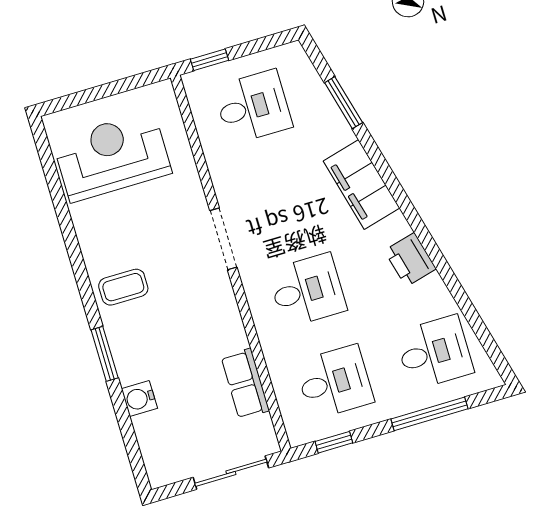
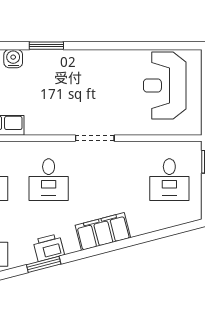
window: (344, 103) -> (44, 264), moved
reception desk: (112, 156) -> (165, 85), turned 180
coffee table: (123, 287) -> (83, 69), removed

